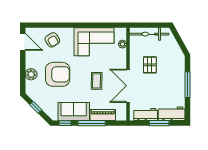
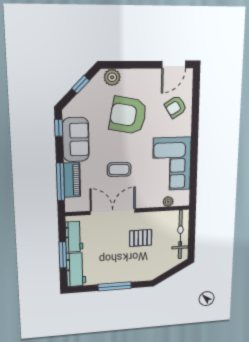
plant: (31, 74) -> (112, 77), moved
armchair: (58, 74) -> (128, 115), turned 101
window: (92, 123) -> (60, 182), moved

